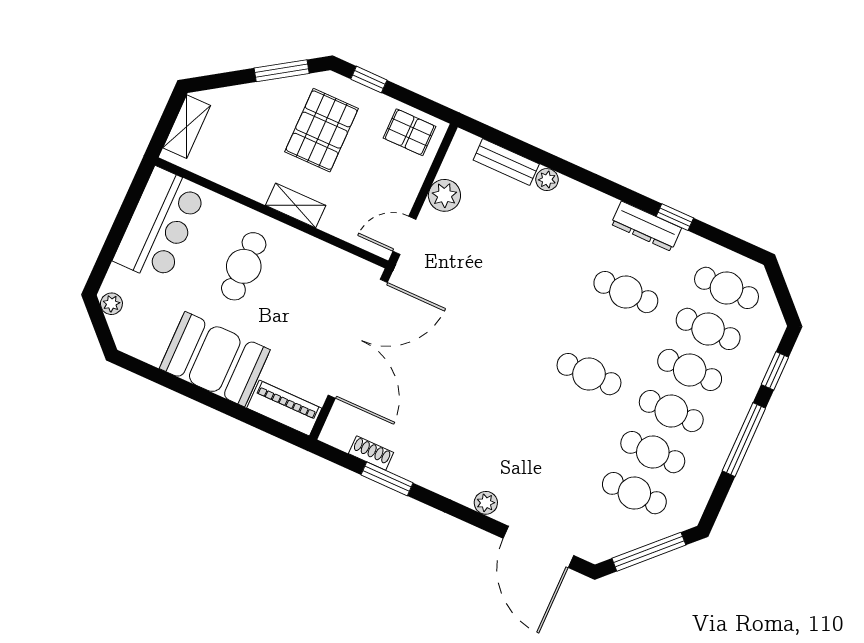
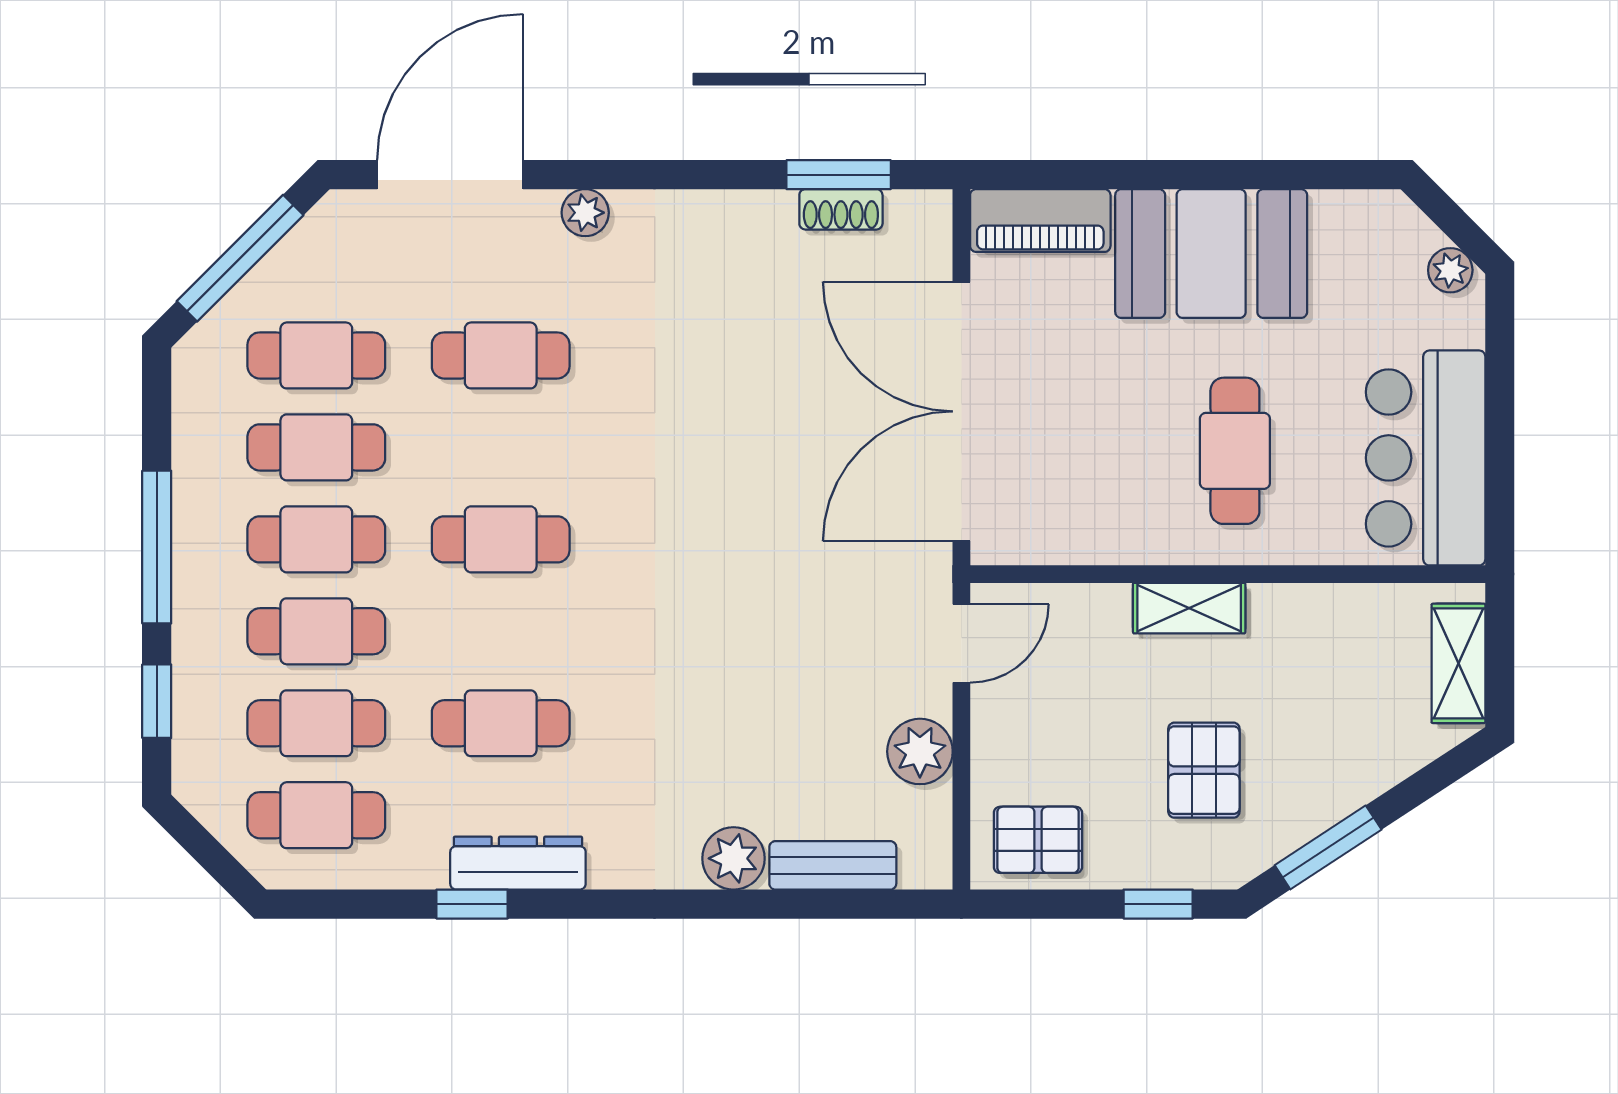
pallet: (322, 130) -> (1204, 770), width x0.67, depth x0.71
plant: (547, 180) -> (733, 858), width x1.38, depth x1.38
cafe table: (552, 456) -> (501, 355), added
window: (387, 479) -> (839, 175), moved
door: (538, 547) -> (450, 175), hinge flipped

